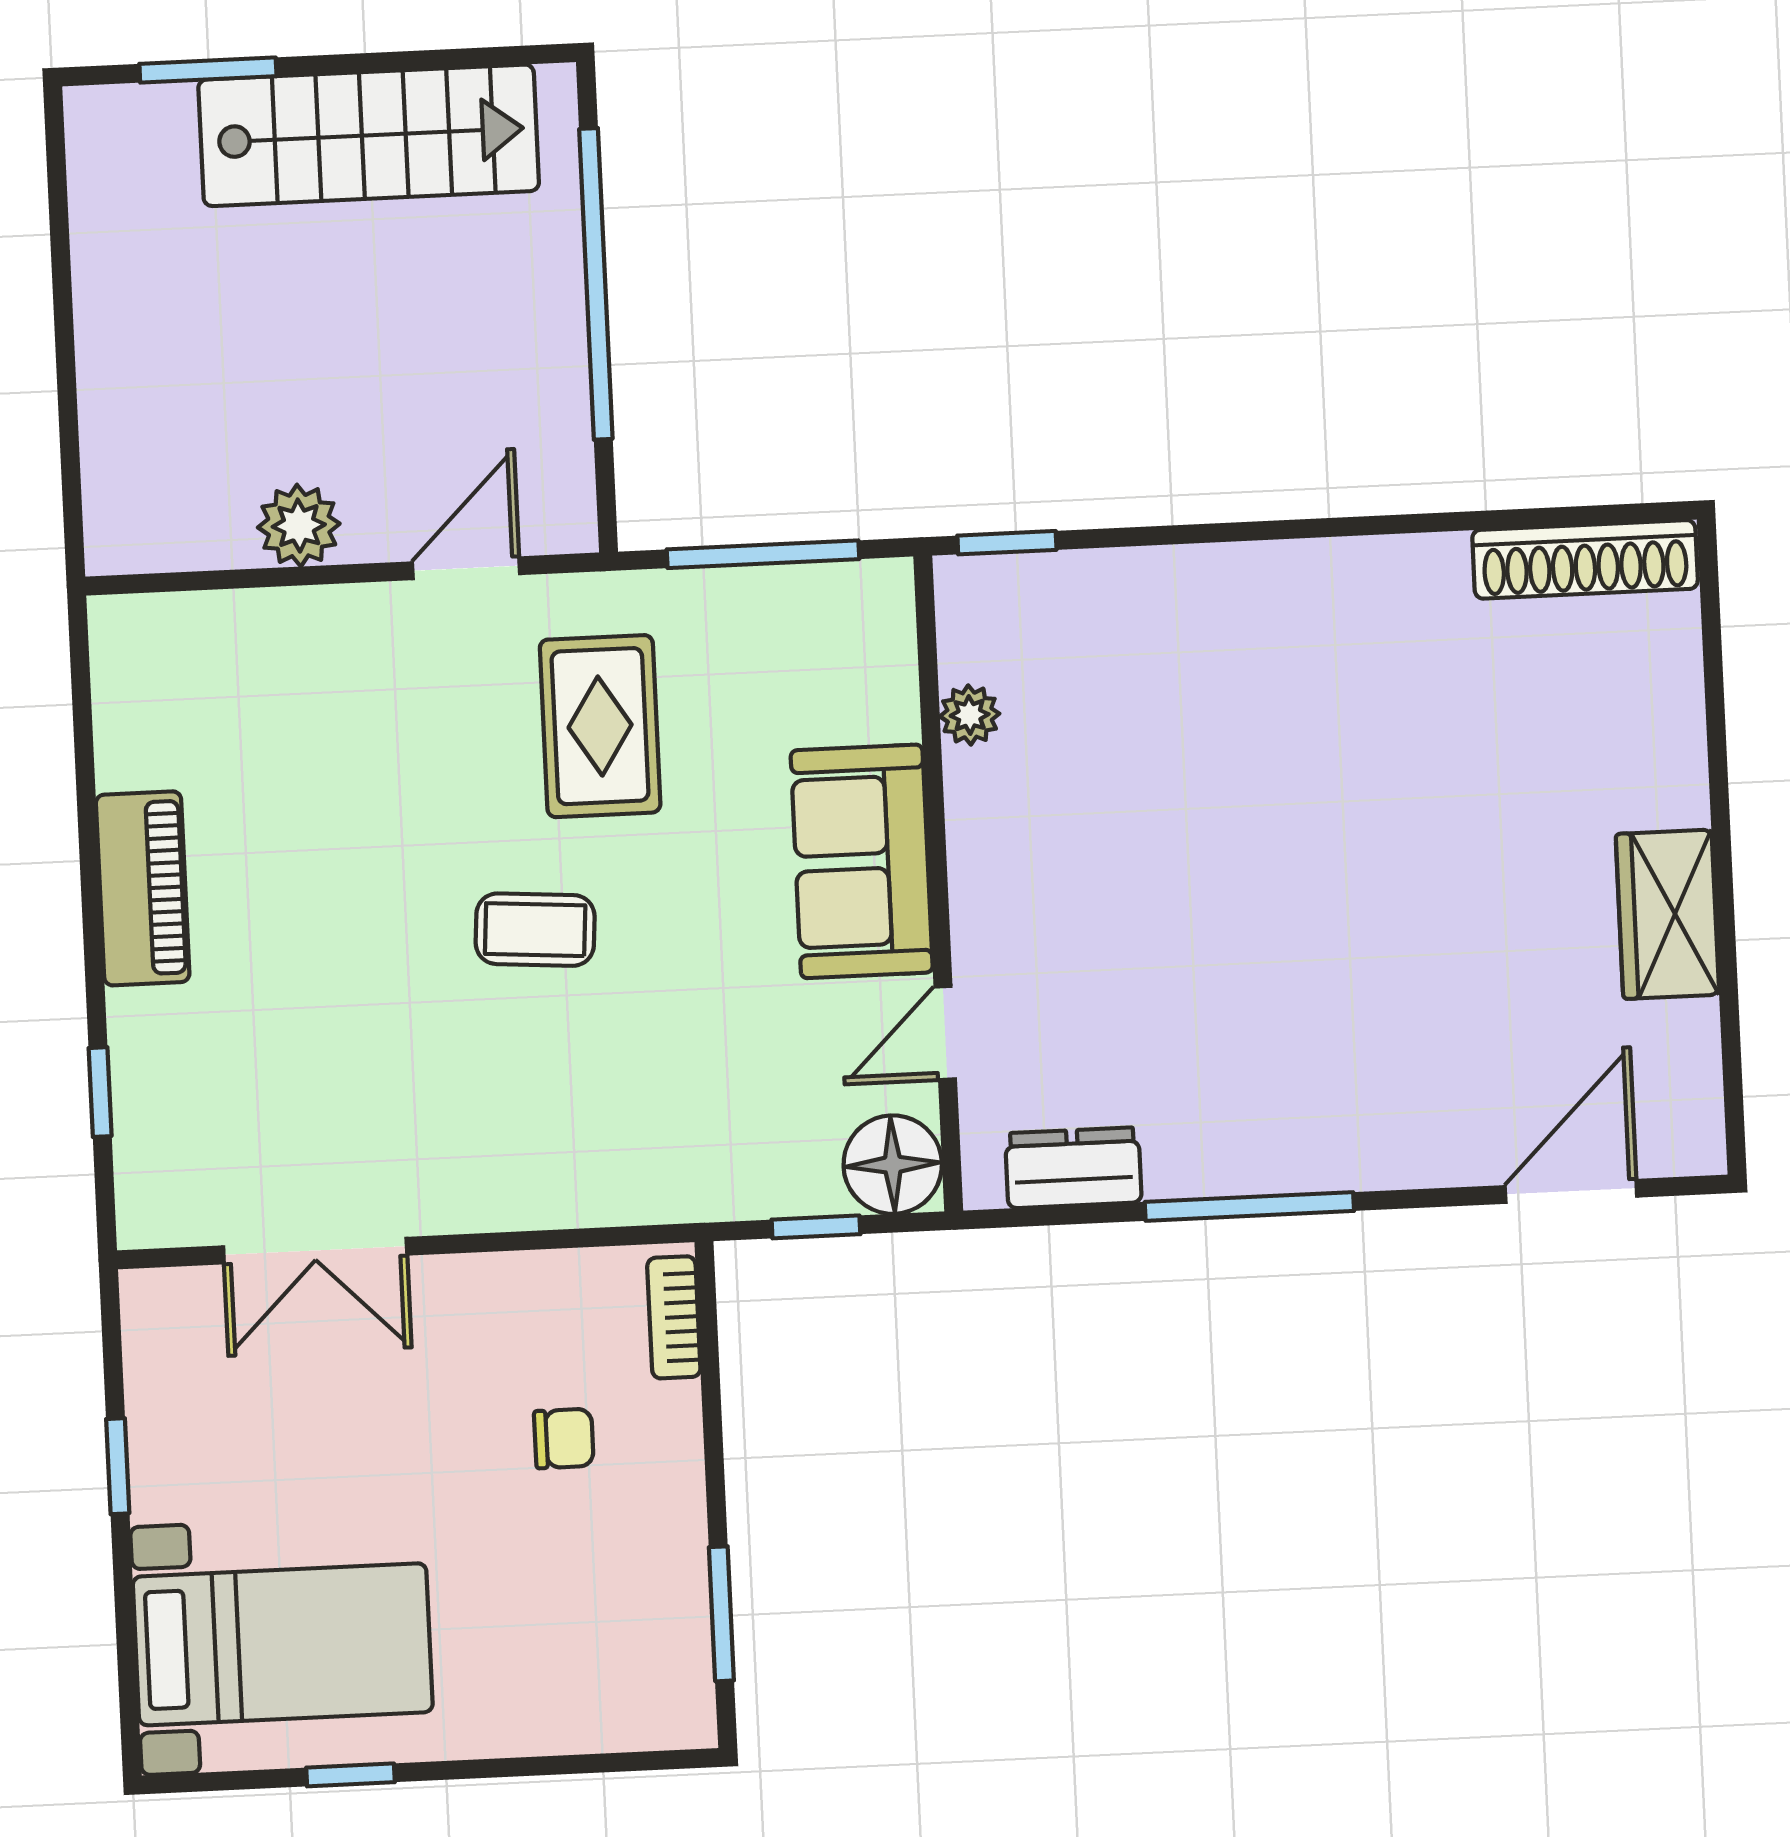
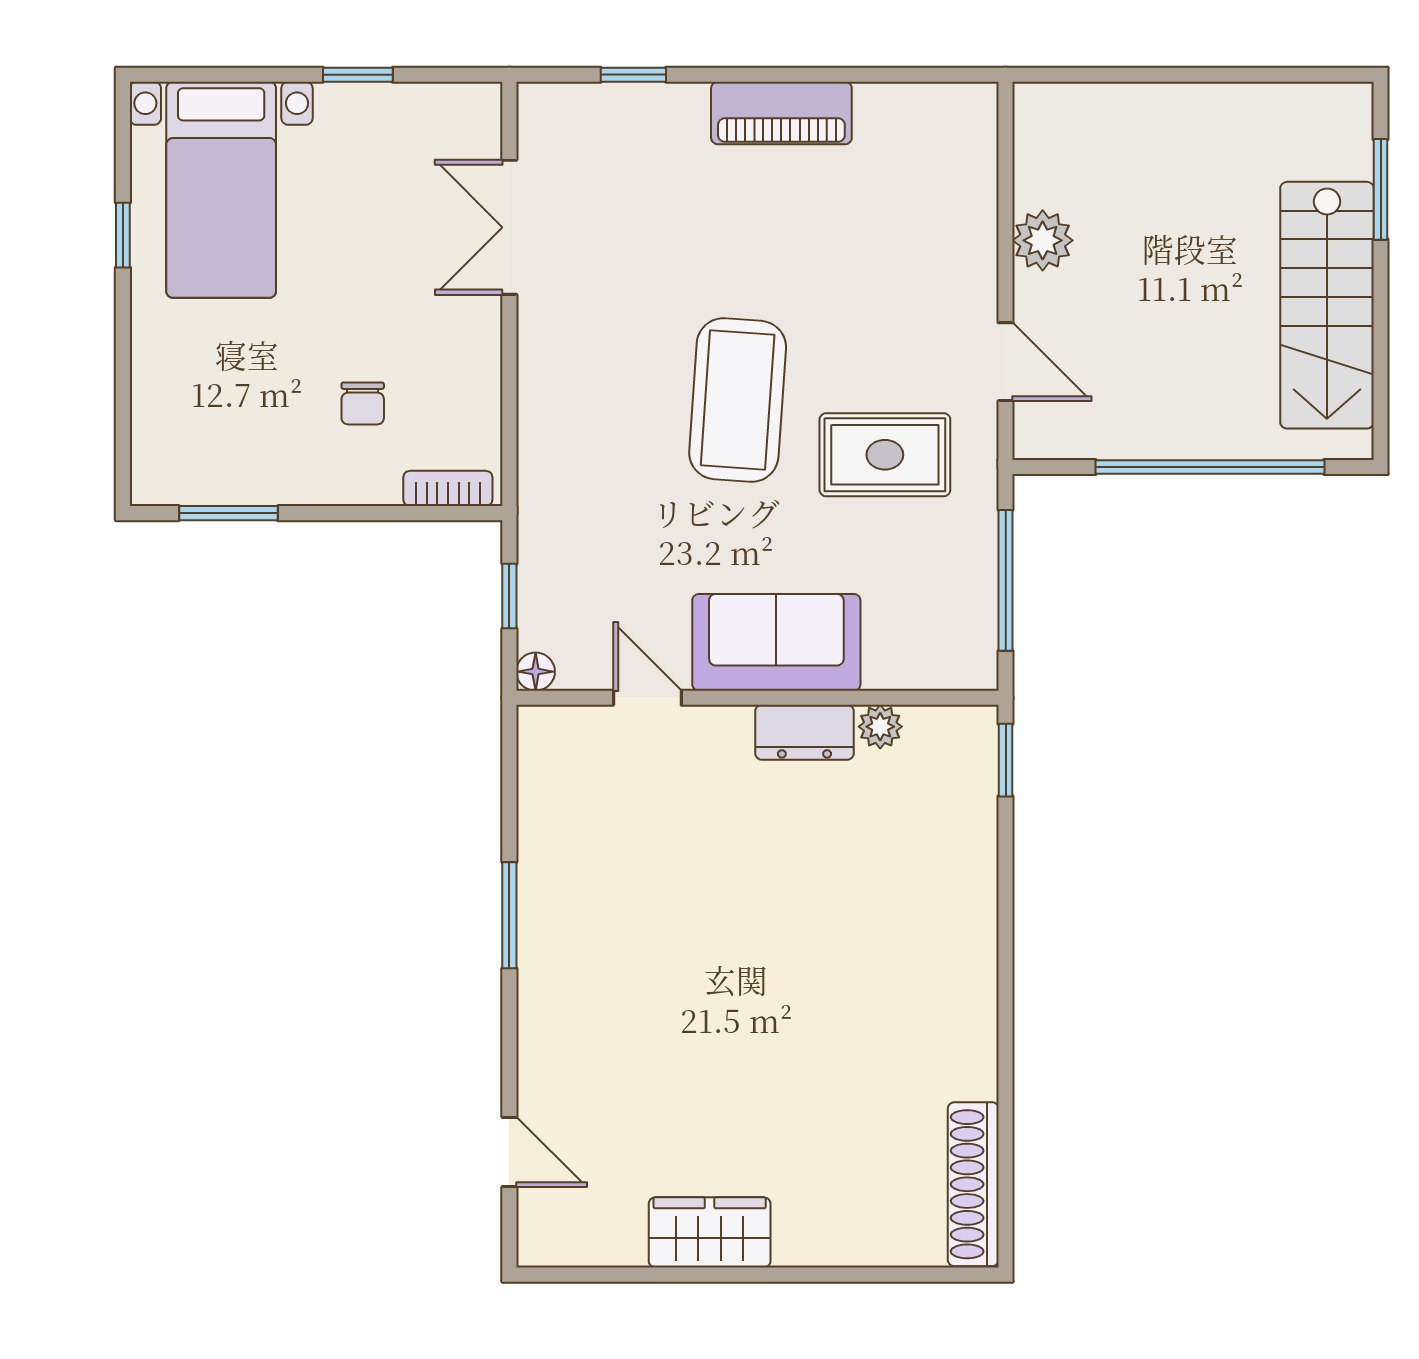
coffee table: (535, 930) -> (738, 400), width x1.86, depth x1.72
floor lamp: (893, 1165) -> (536, 672), width x0.53, depth x0.53
dresser: (1073, 1168) -> (804, 732), moved, turned 90
door: (1571, 1191) -> (509, 1152), width x0.73
window: (1249, 1206) -> (509, 915), width x0.69

